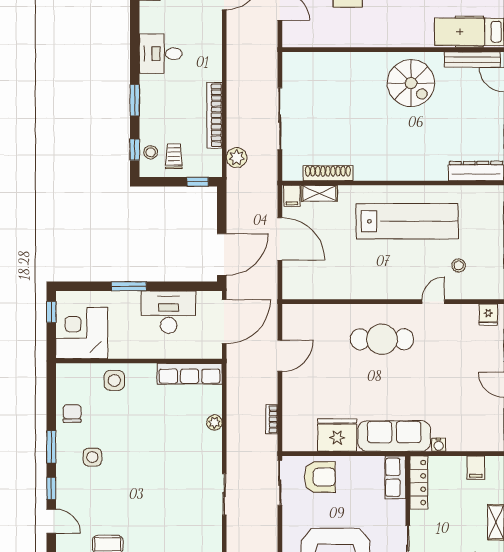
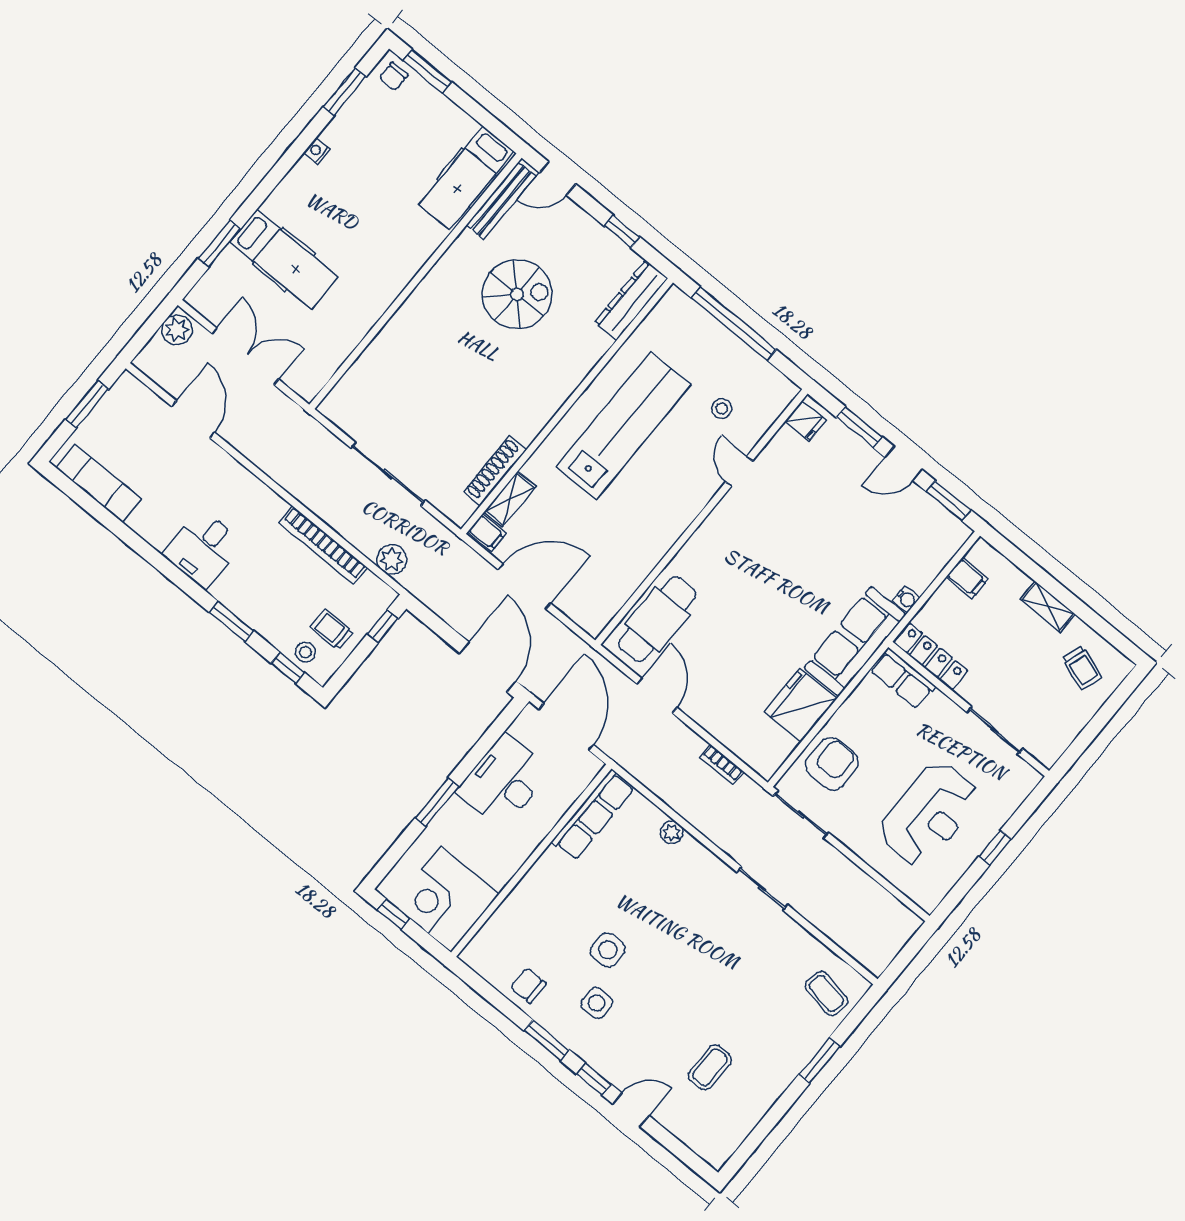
spiral stairs: (411, 83) -> (517, 294), moved
cafe table: (382, 339) -> (657, 619), moved
side table: (114, 380) -> (608, 950), moved

